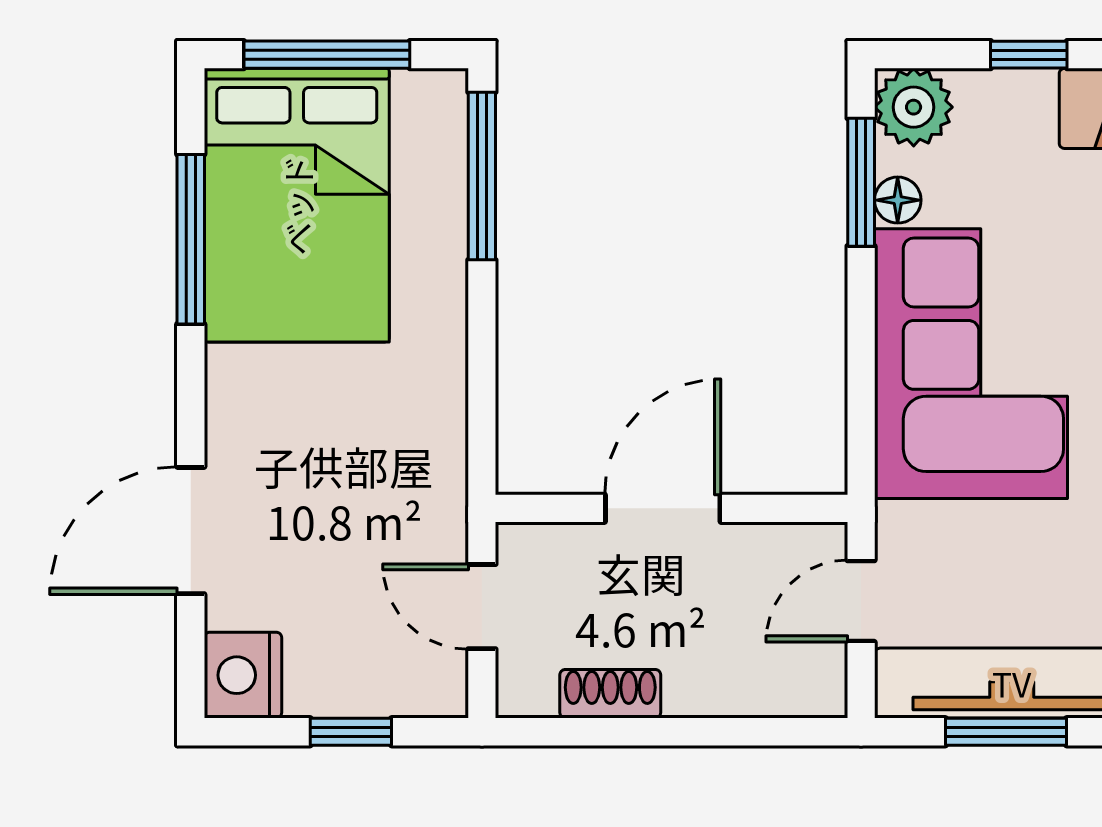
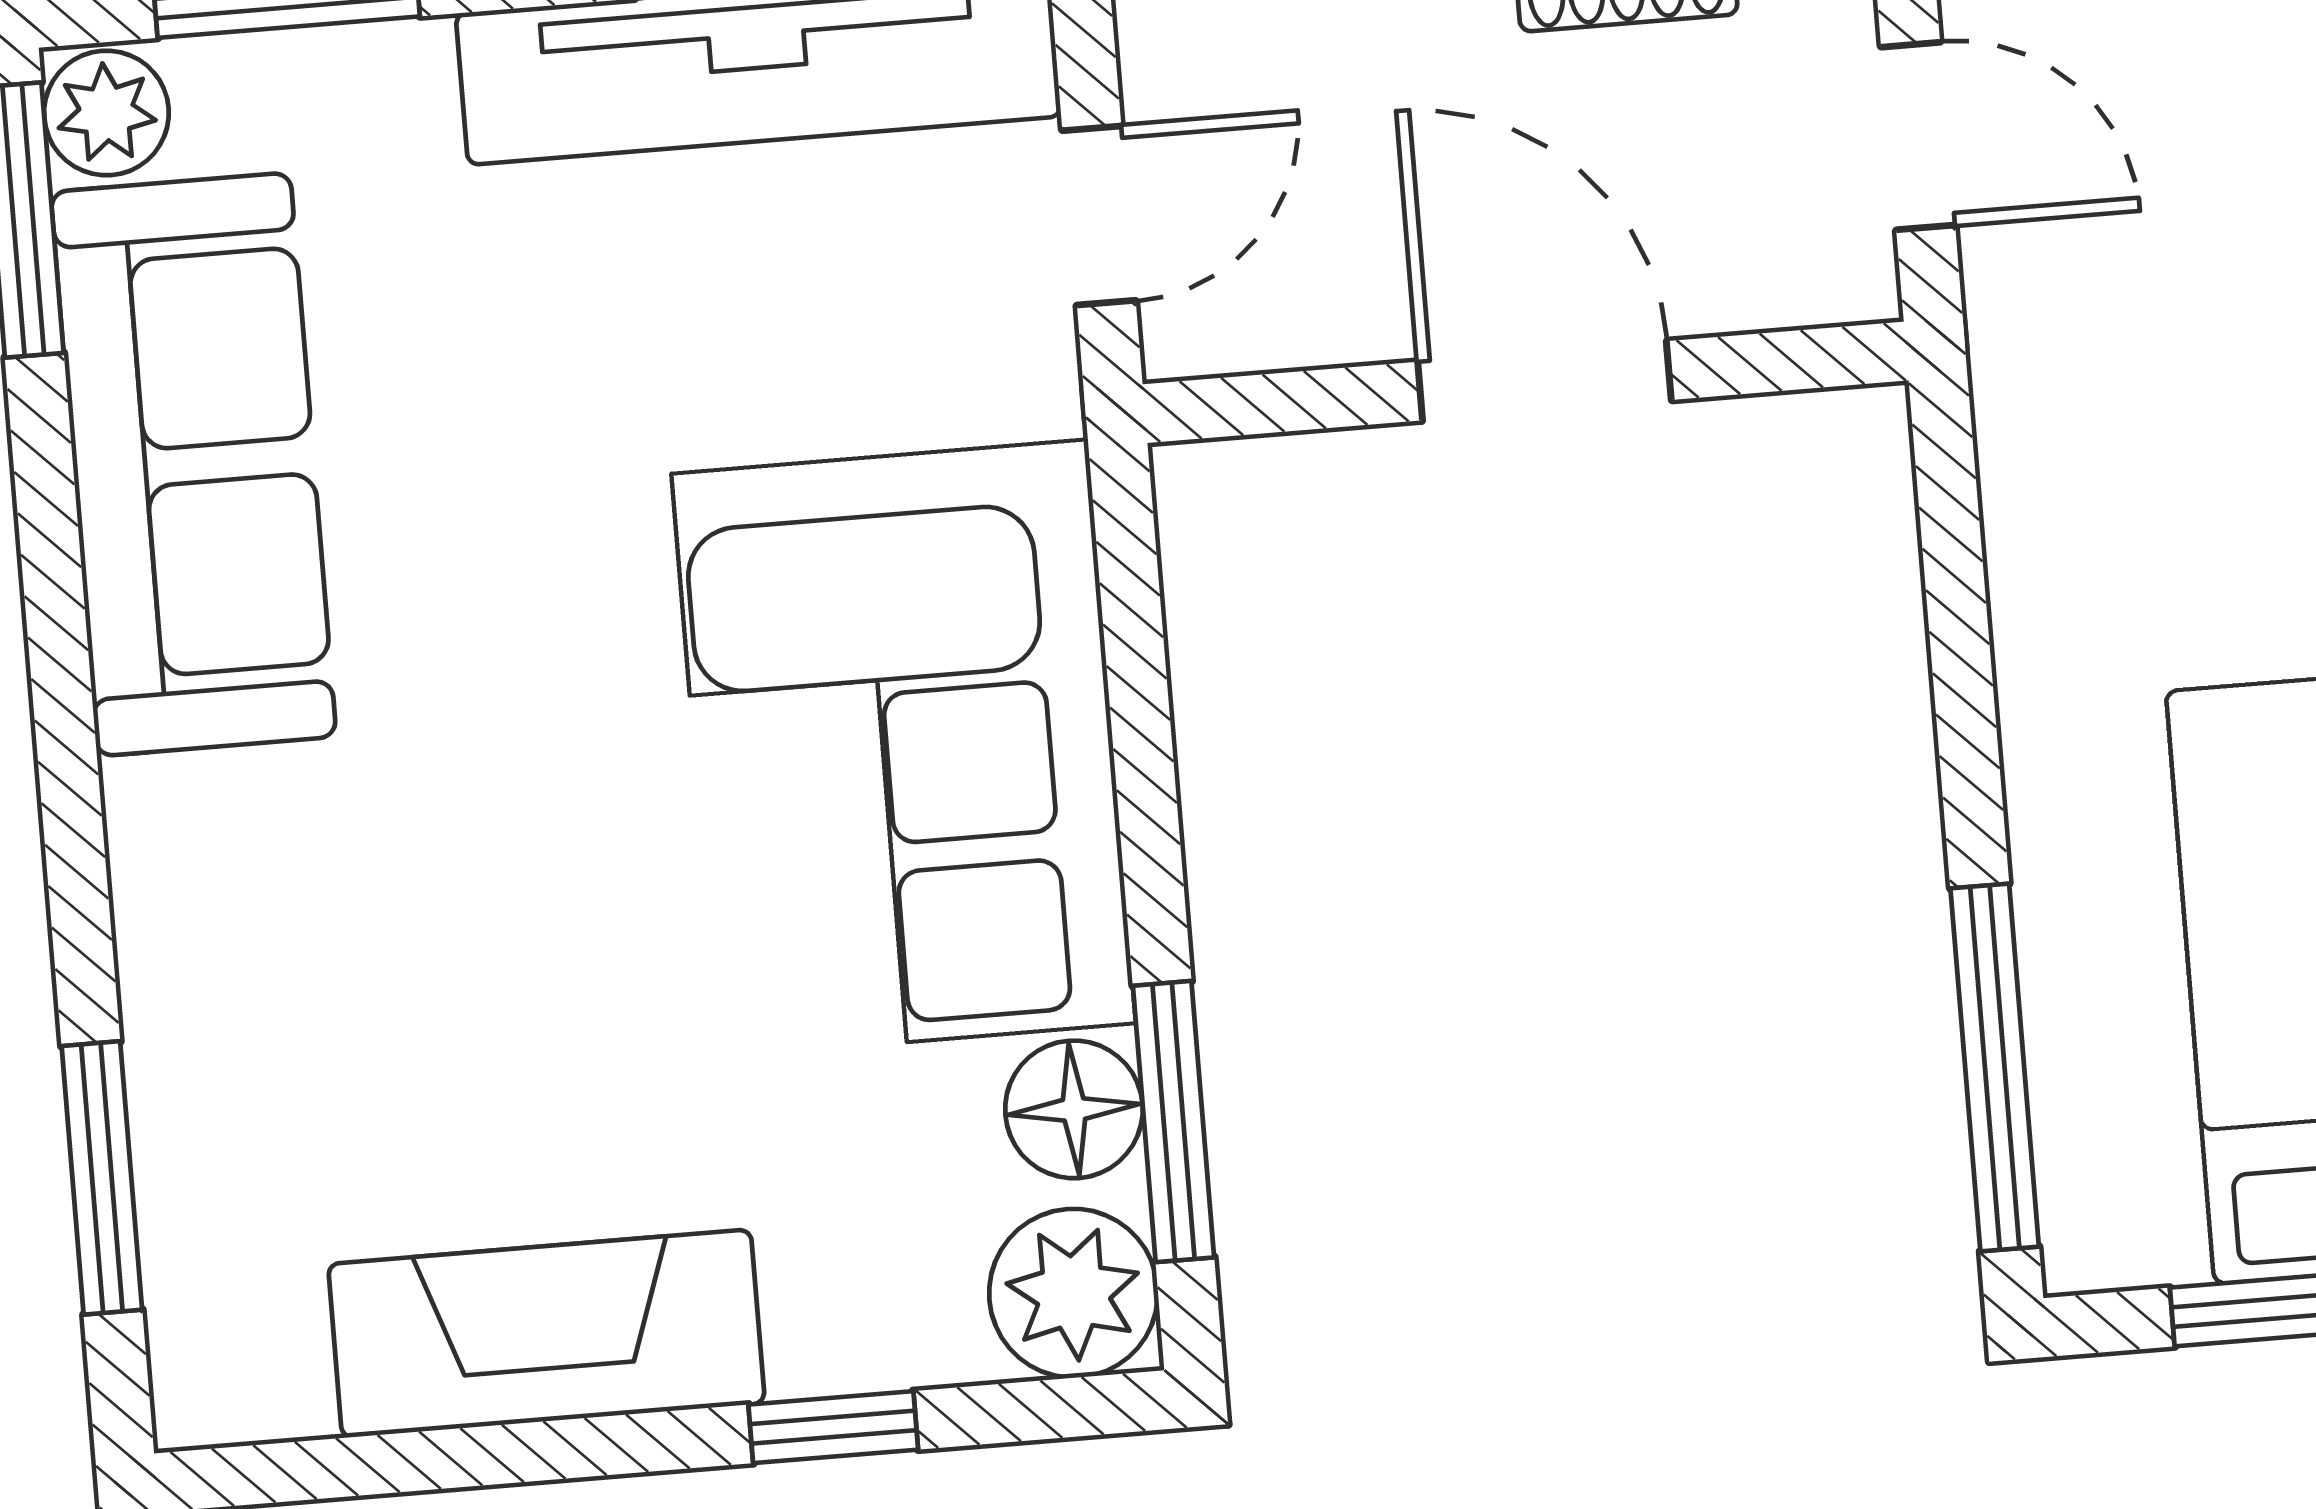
floor lamp: (898, 200) -> (1074, 1109), width x1.37, depth x1.37
door: (663, 508) -> (1544, 381), swing flipped

